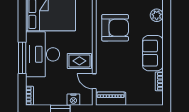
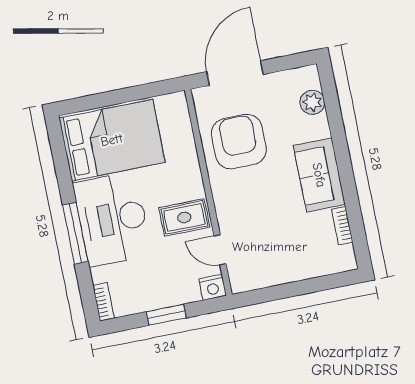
armchair: (115, 28) -> (239, 142), turned -90
piano: (111, 99) -> (257, 276), removed
nightstand: (73, 100) -> (213, 287), moved

